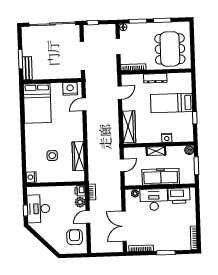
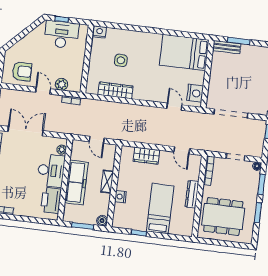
wardrobe: (129, 127) -> (146, 156), width x0.67
printer: (80, 191) -> (75, 86), removed

